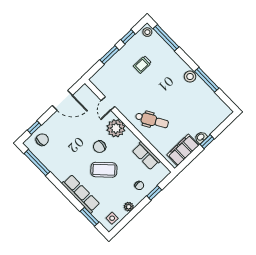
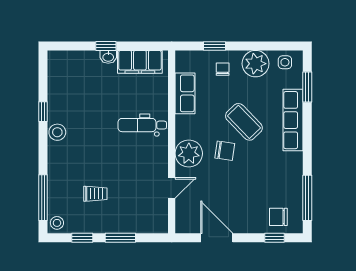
window: (207, 80) -> (43, 112), width x0.46
dental chair: (152, 120) -> (142, 125), turned -60
plant: (129, 207) -> (256, 64), width x1.88, depth x1.88

